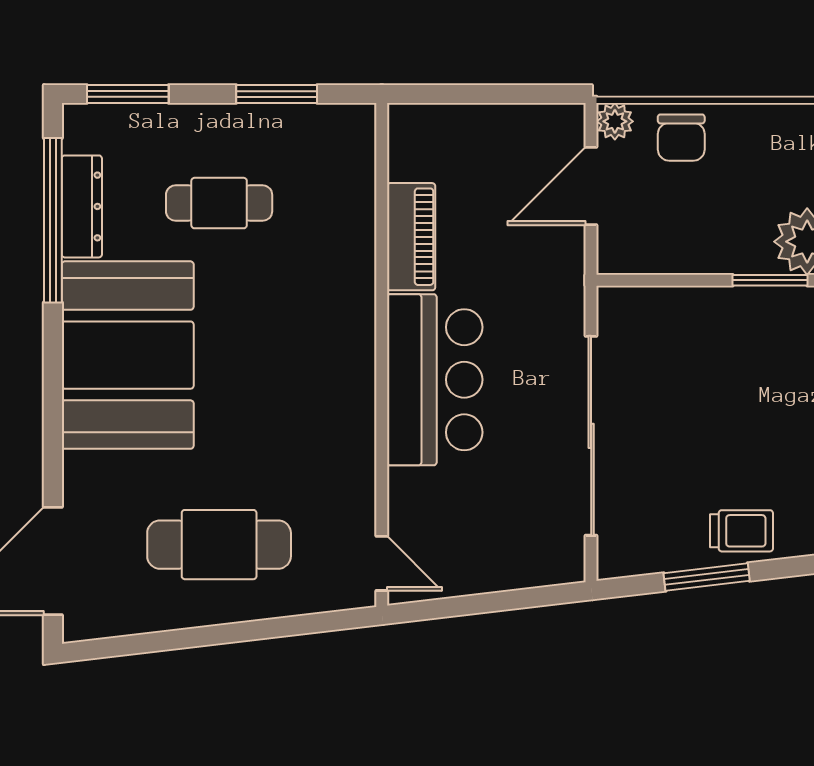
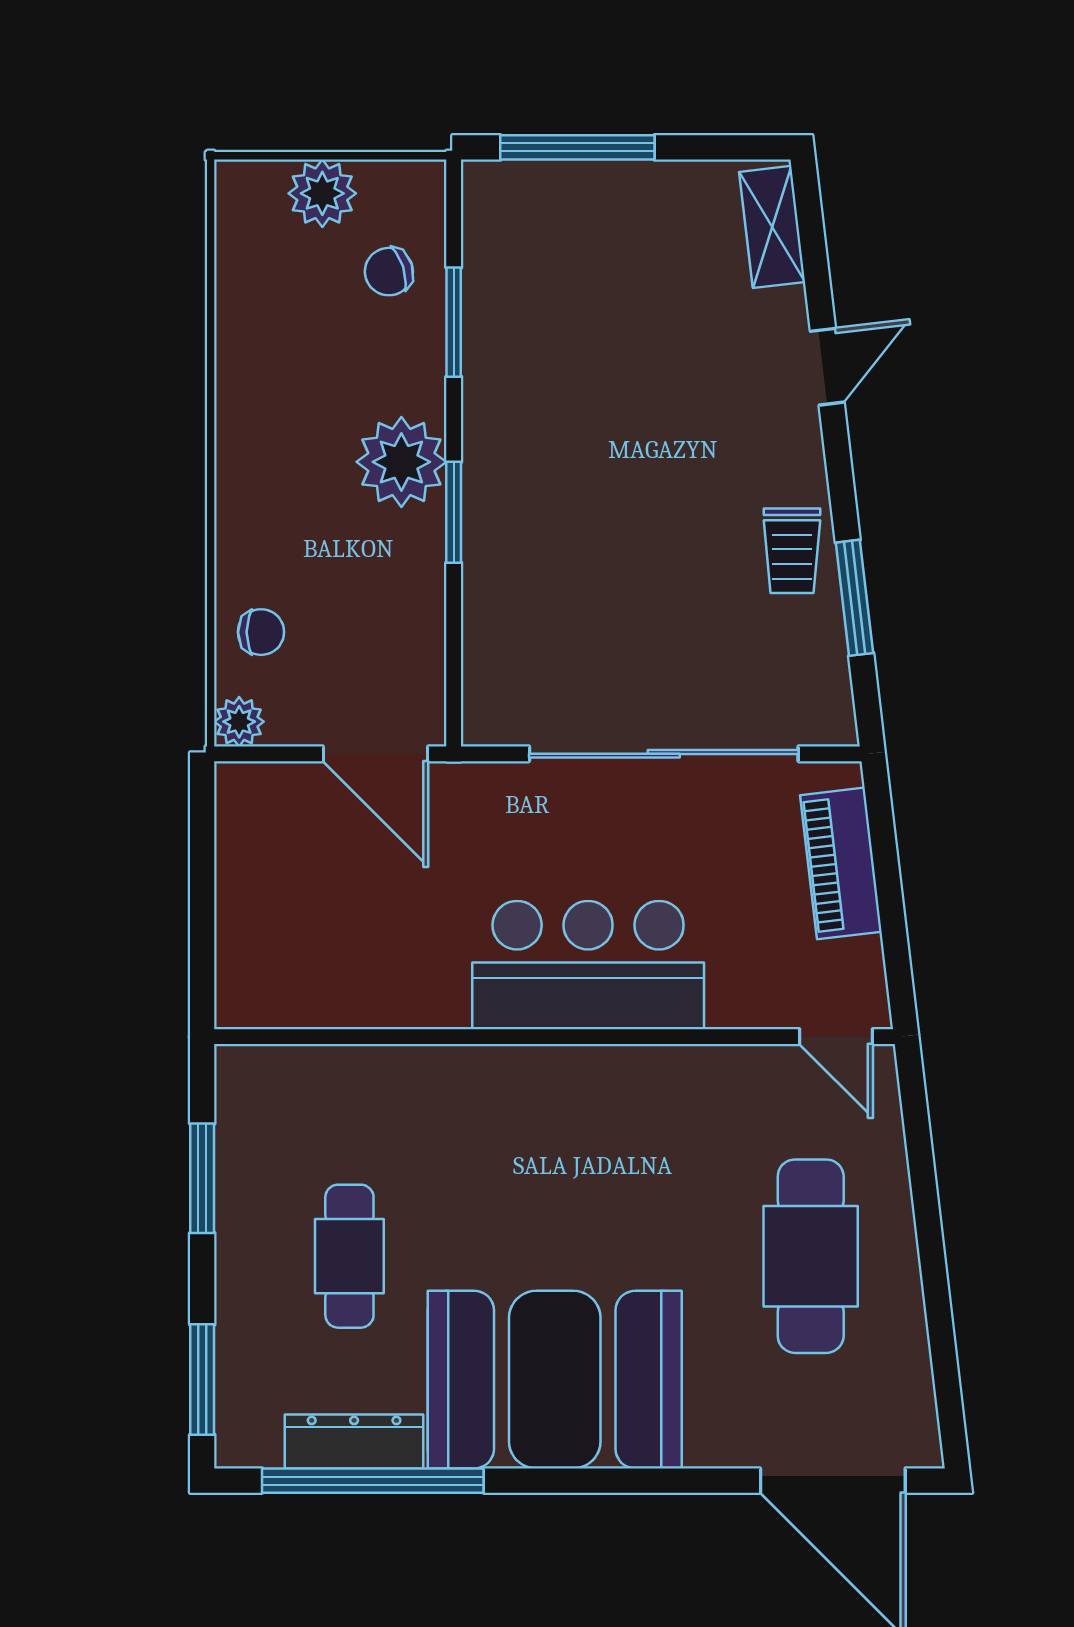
chair: (681, 138) -> (261, 632), width x0.73, depth x0.73
door: (591, 186) -> (376, 754), moved
piano: (411, 237) -> (841, 863), moved, turned -97
trolley: (741, 531) -> (792, 551), turned 180
door: (382, 563) -> (836, 1037), swing flipped

